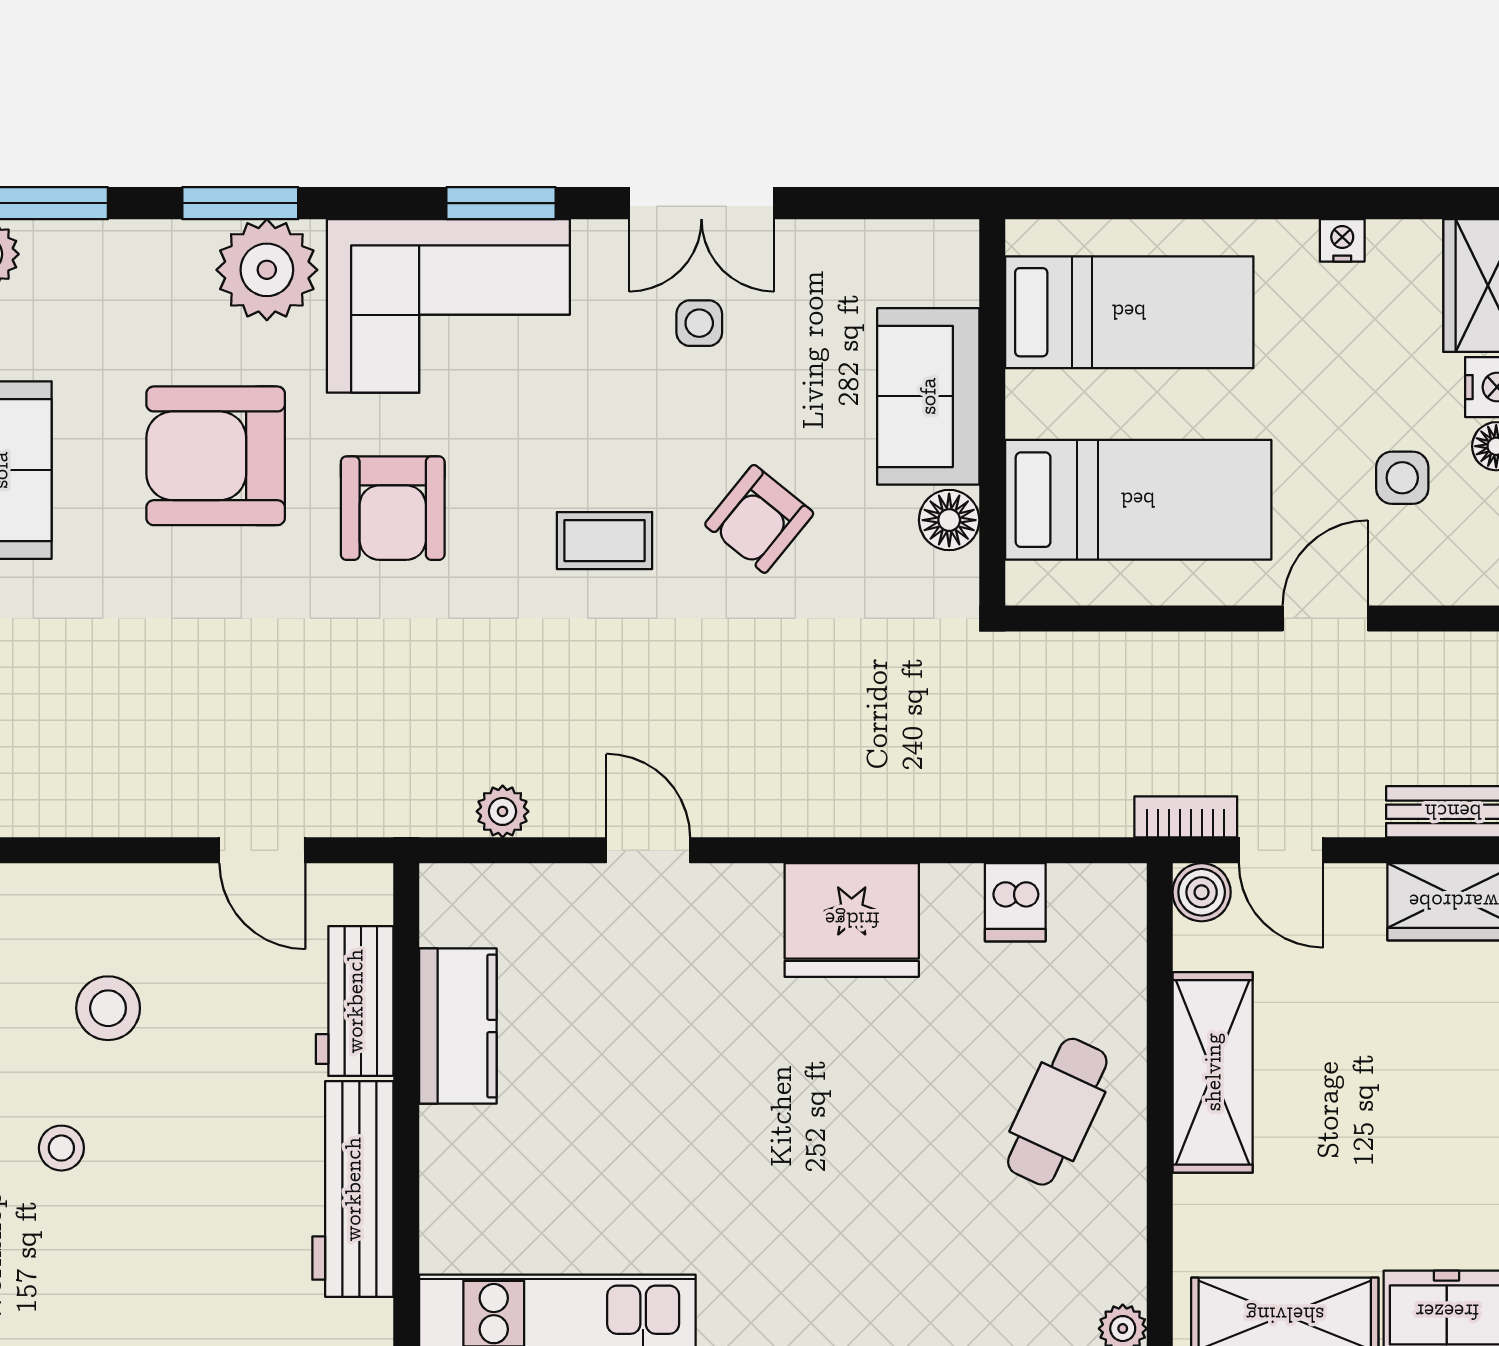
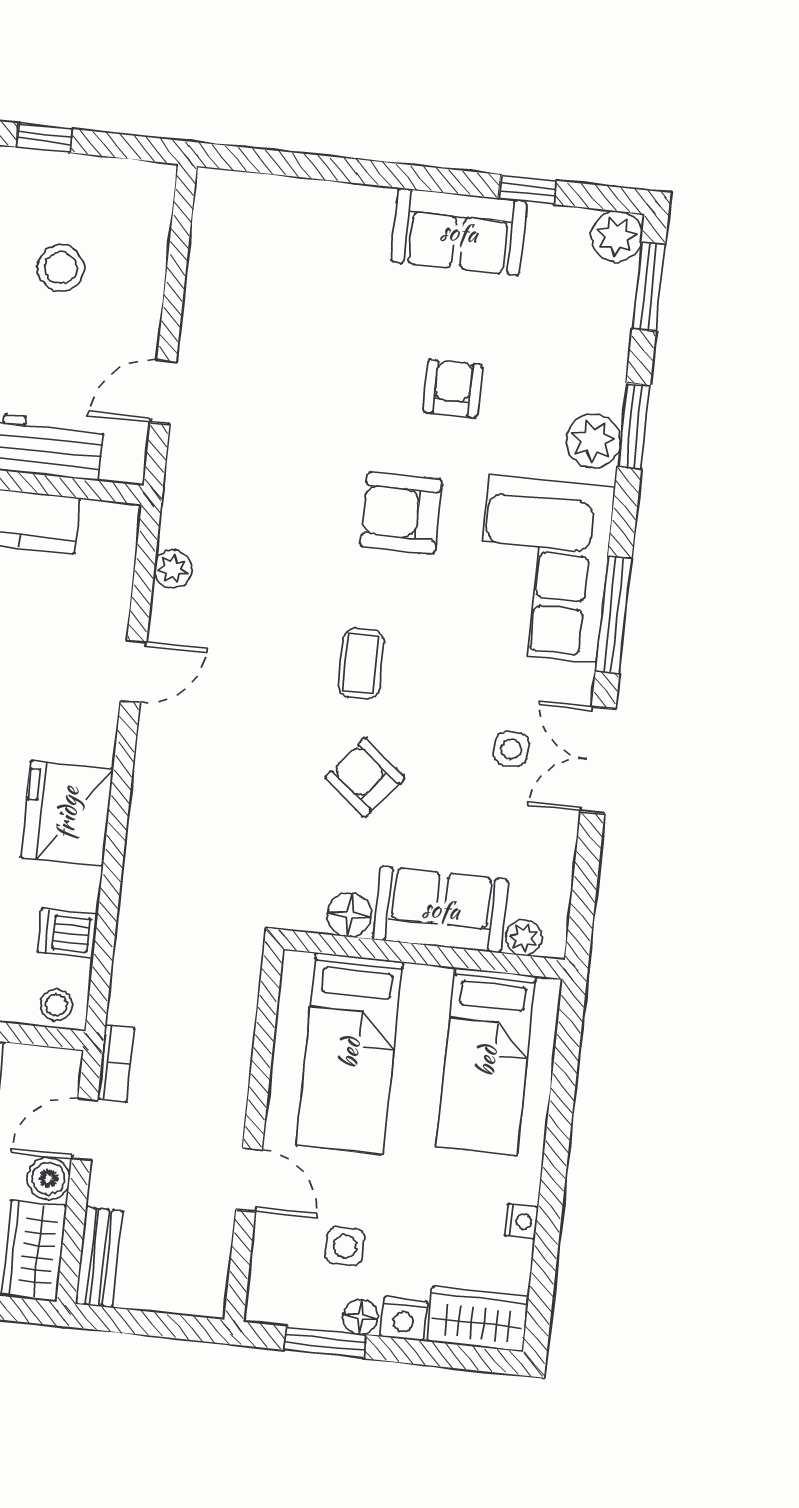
window: (501, 203) -> (614, 615), width x1.44
plant: (267, 270) -> (593, 441), width x0.73, depth x0.73
plant: (955, 278) -> (524, 938), added
armchair: (216, 456) -> (453, 389), width x0.53, depth x0.53
boiler: (1202, 892) -> (49, 1179), moved
stool: (1115, 907) -> (56, 1005), added

